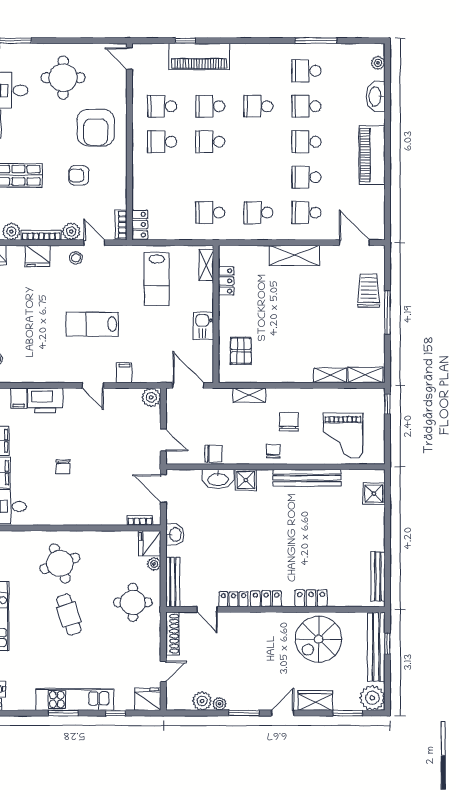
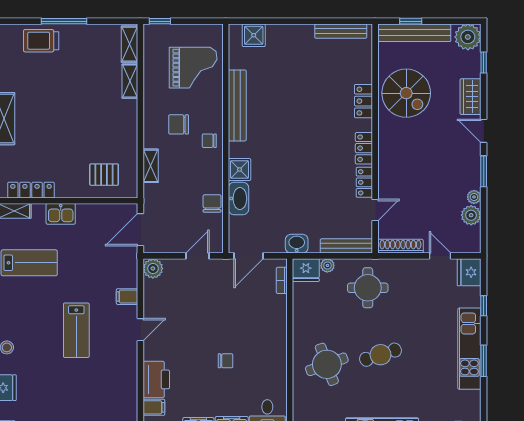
locker: (226, 281) -> (31, 190), width x1.53
kitchen sink: (203, 326) -> (61, 214), moved
window: (348, 713) -> (484, 63), width x0.67

